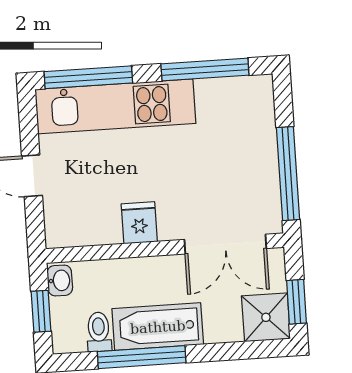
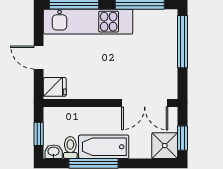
window: (288, 174) -> (182, 42), moved
fridge: (139, 223) -> (55, 87), moved, turned 90
washbasin: (60, 280) -> (54, 152), moved, turned -90

